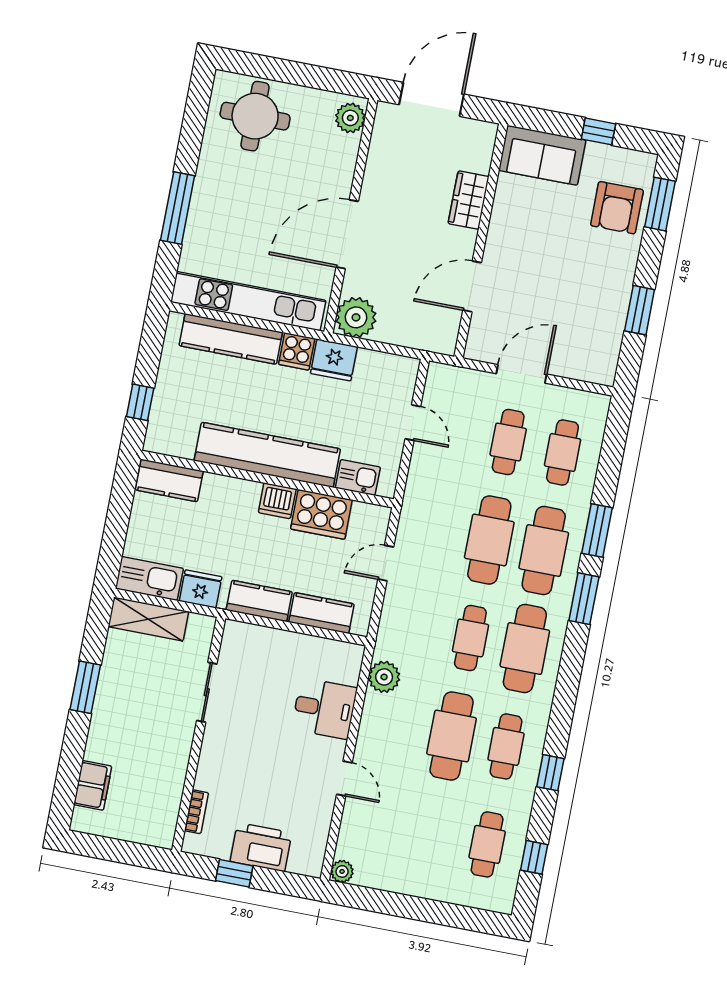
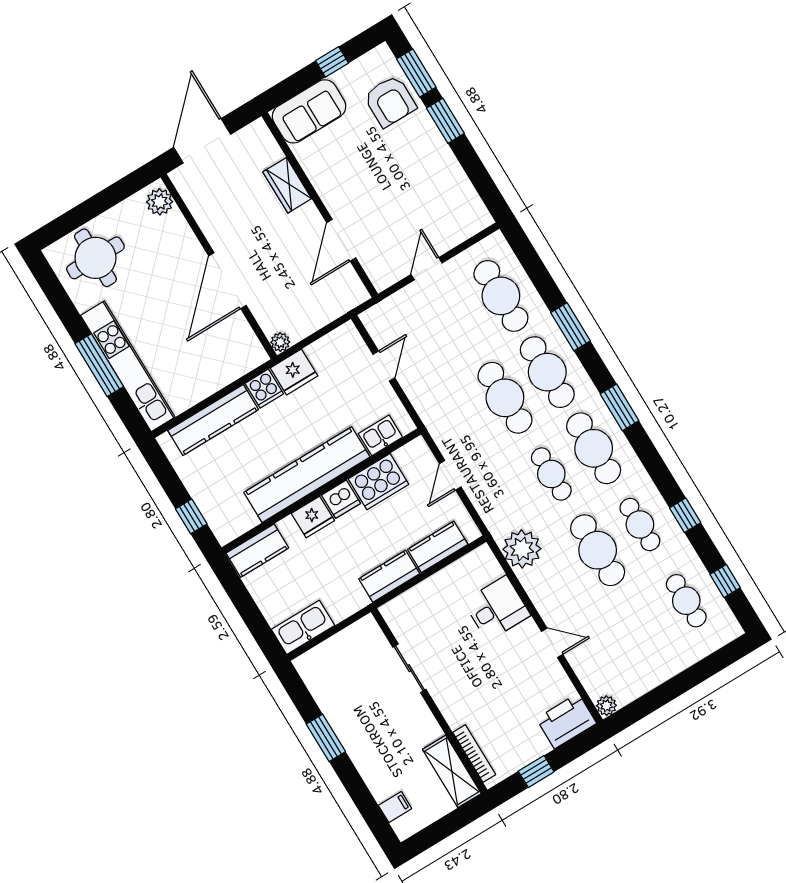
kitchen unit: (248, 301) -> (128, 366), moved, turned 90
window: (640, 310) -> (445, 121), moved
plant: (356, 317) -> (280, 342), width x0.53, depth x0.53
door: (521, 374) -> (427, 269), width x0.73
door: (413, 423) -> (384, 366), hinge flipped
cafe table: (508, 442) -> (459, 322), removed
cafe table: (563, 452) -> (501, 296), width x1.37, depth x1.35
fridge: (201, 589) -> (313, 517), moved, turned 180
window: (584, 599) -> (620, 407), moved
shelving: (148, 619) -> (452, 771), moved, turned 90
plant: (384, 677) -> (522, 549), width x1.36, depth x1.36
filing cabinet: (93, 785) -> (395, 807), width x0.50
bookcase: (196, 812) -> (474, 753), width x1.56
printer: (261, 847) -> (566, 721), moved

